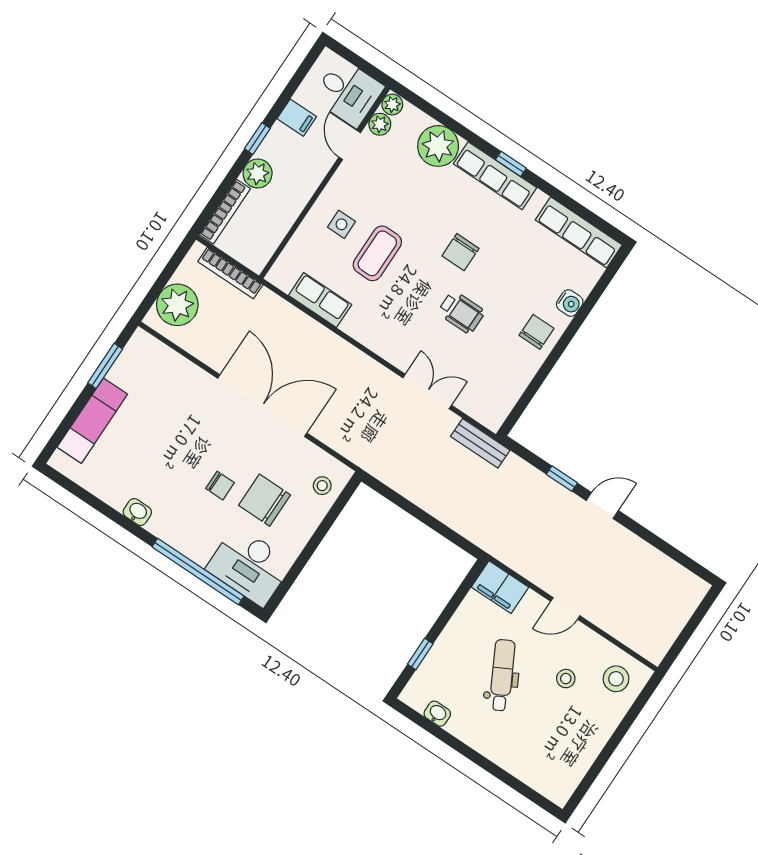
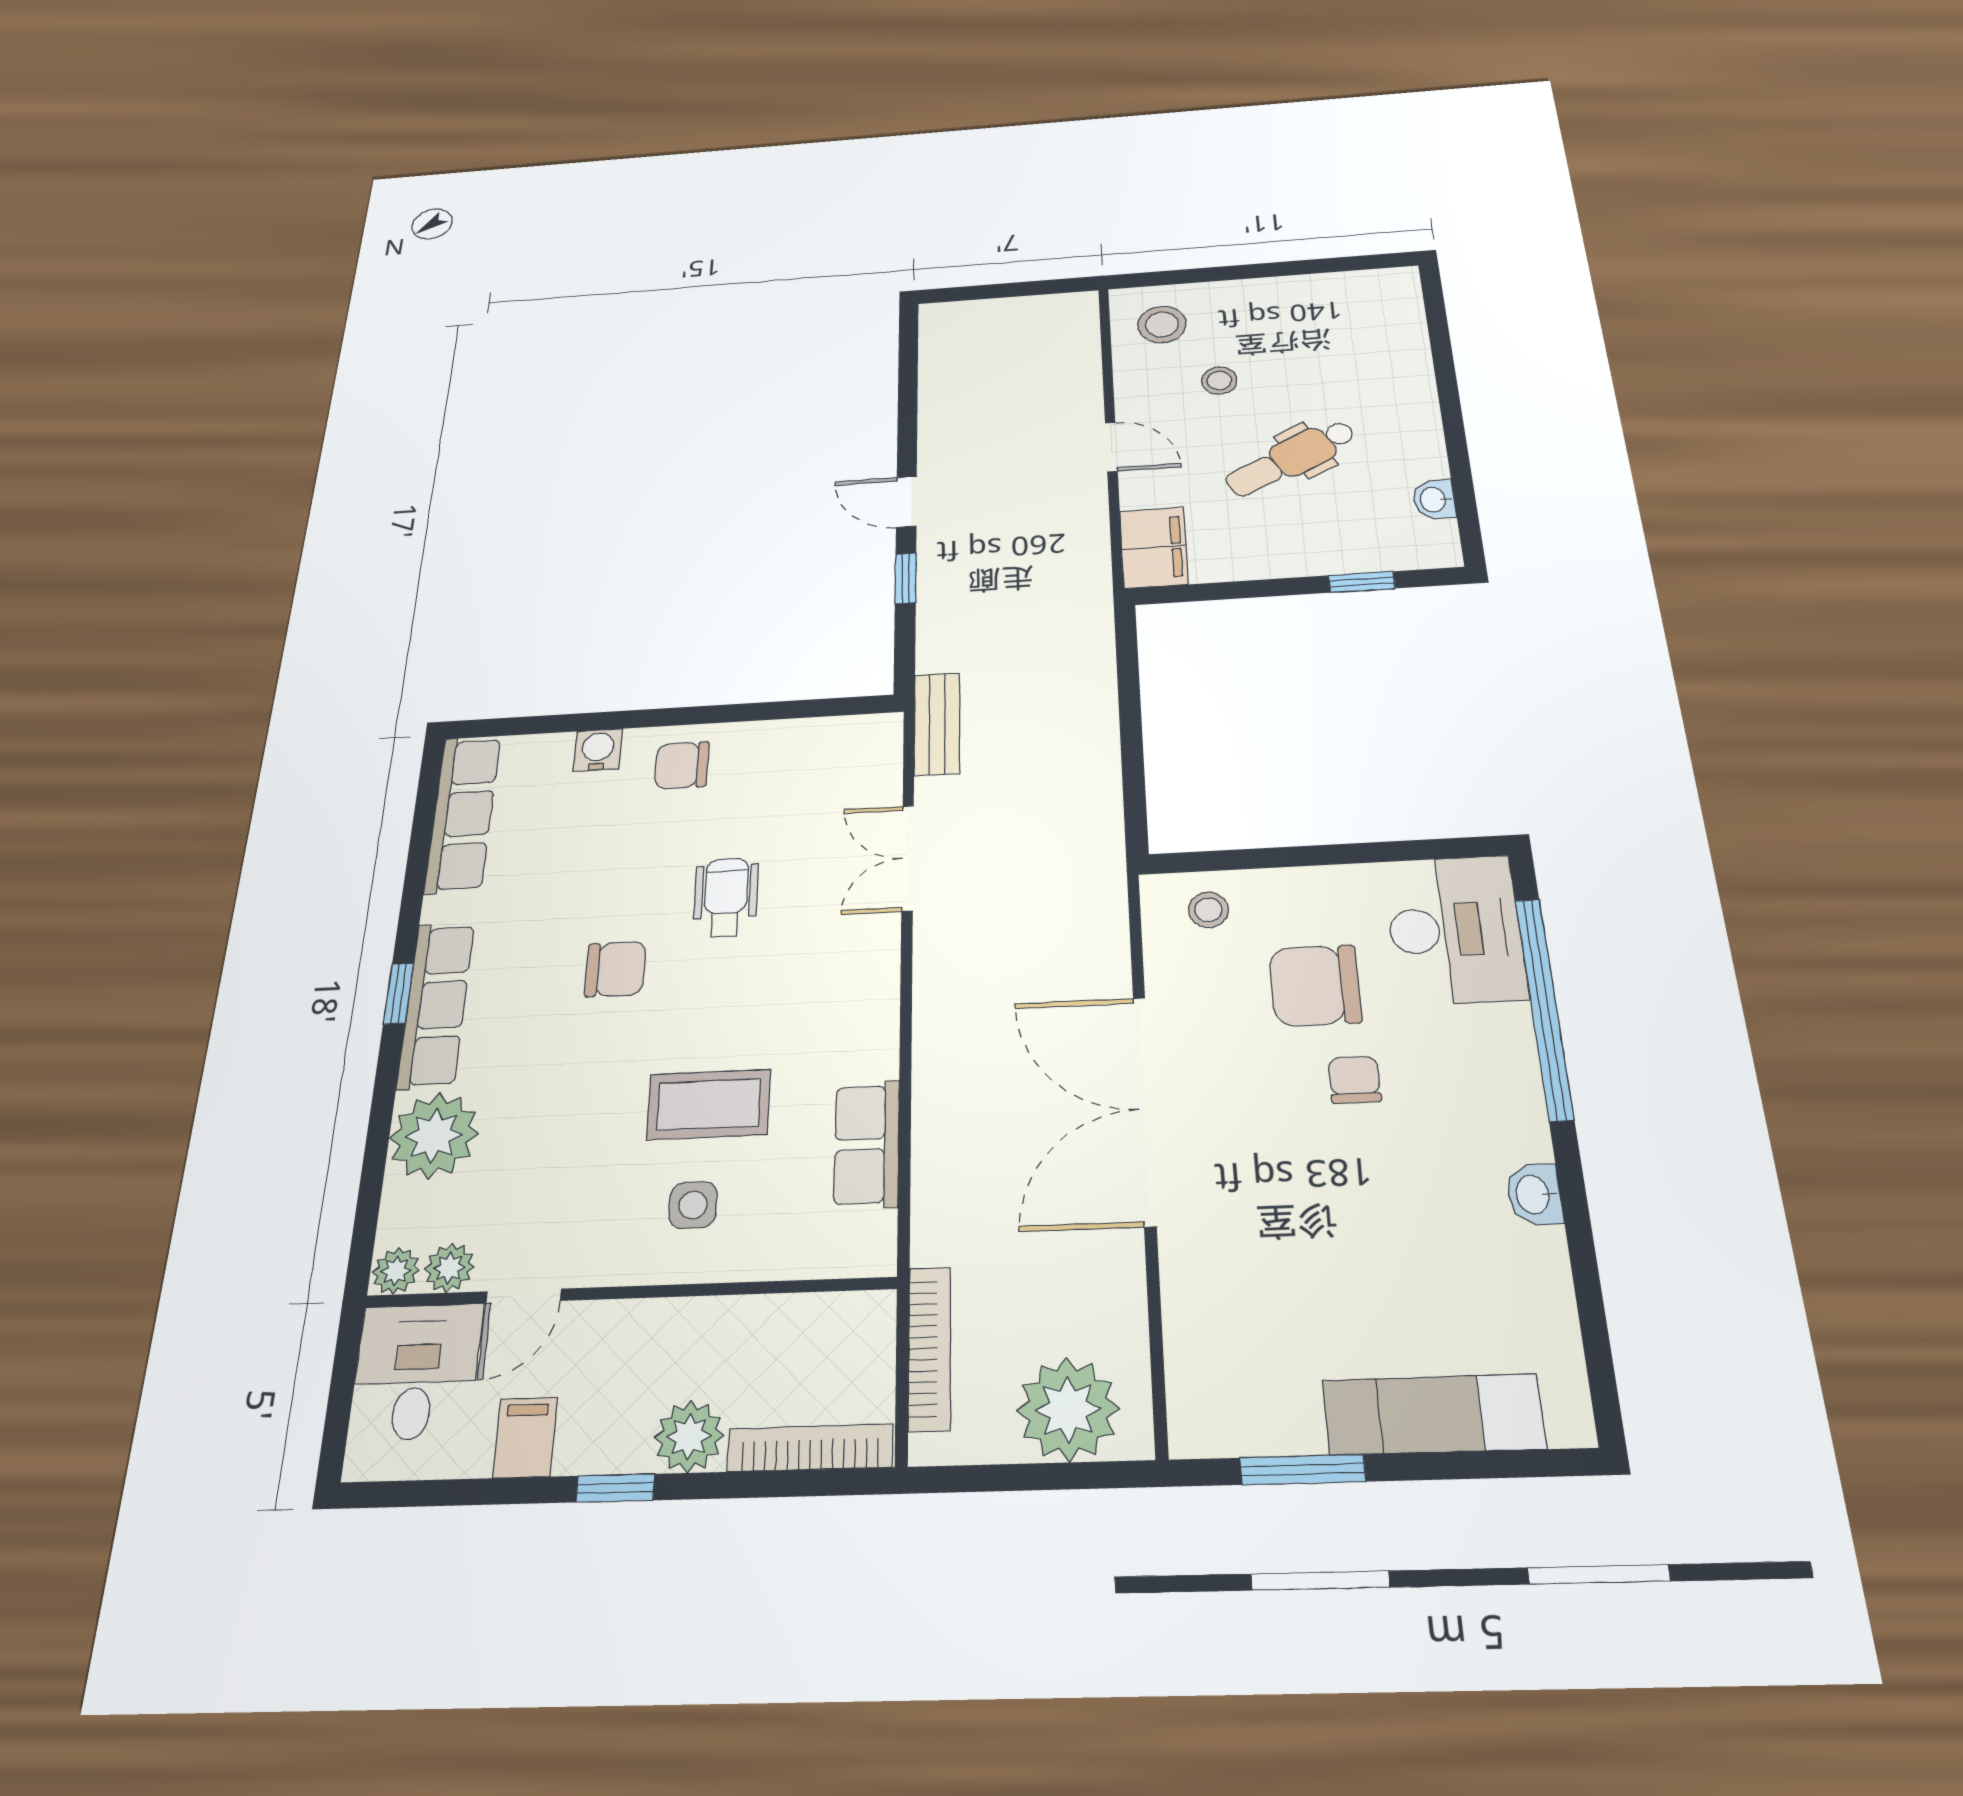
chair: (265, 500) -> (1315, 985), turned 90

